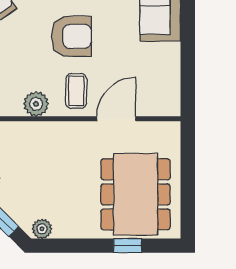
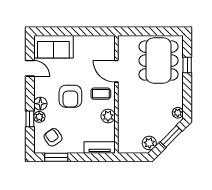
armchair: (71, 36) -> (70, 96), turned 180
dining table: (136, 194) -> (158, 61), turned 90

